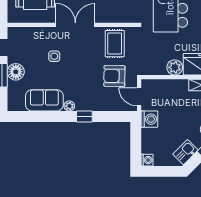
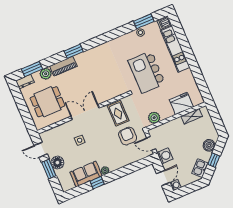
plant: (175, 67) -> (154, 118), moved
armchair: (114, 76) -> (128, 136), turned 89
window: (84, 117) -> (97, 183), moved
door: (136, 145) -> (163, 178), added

